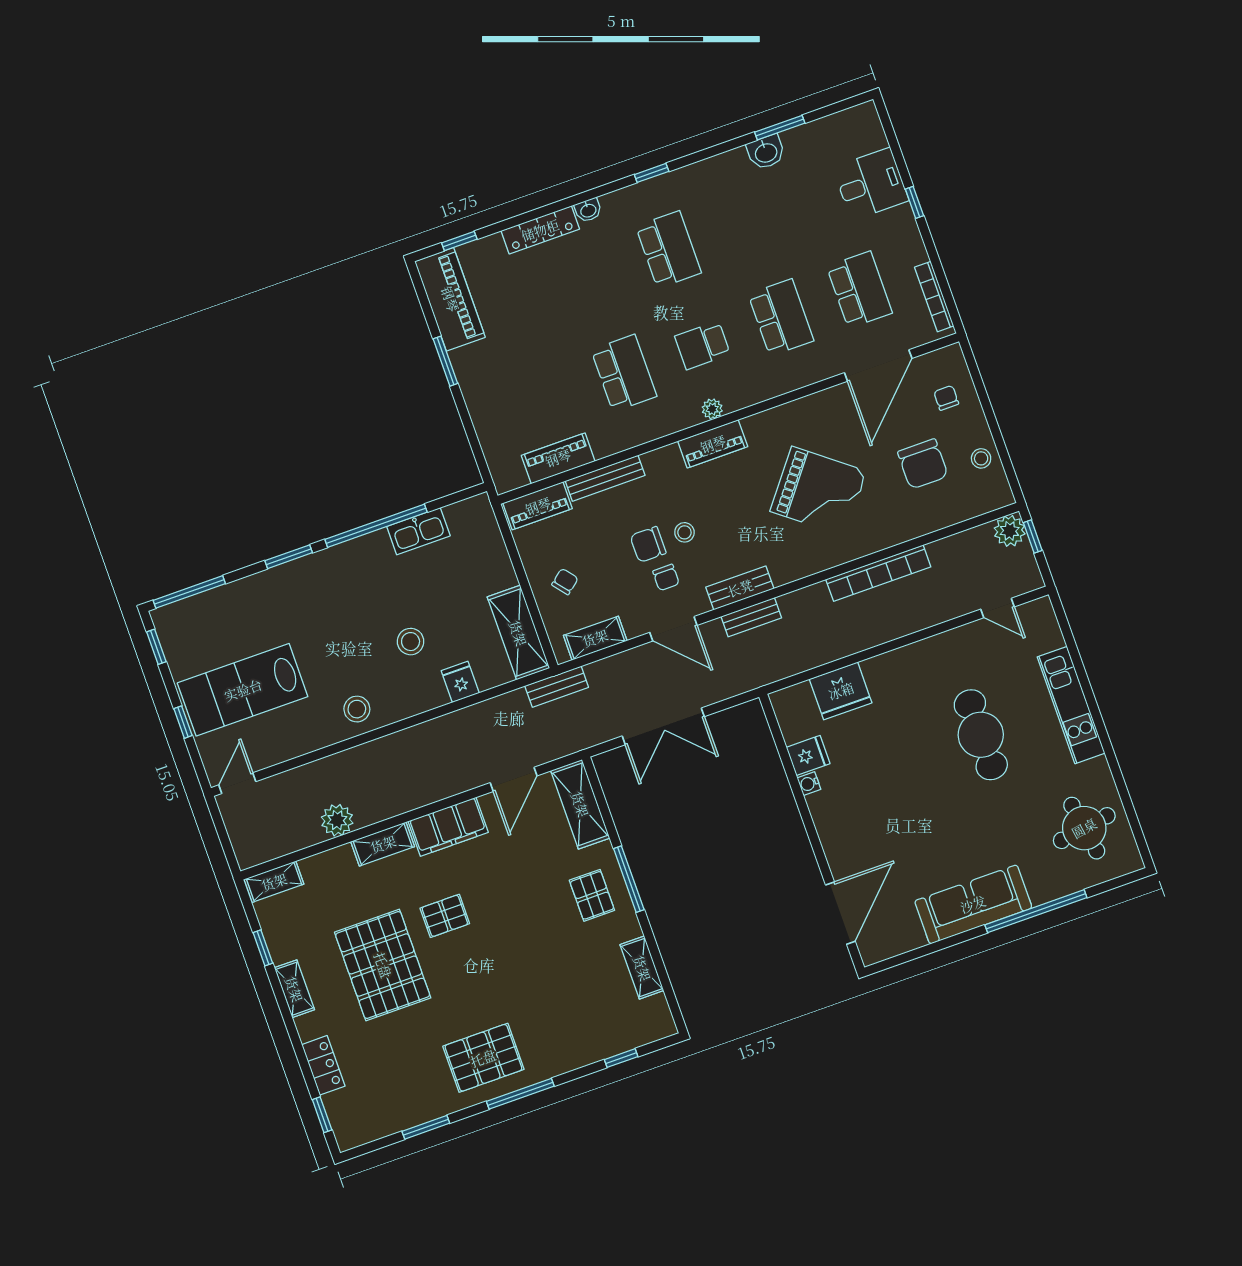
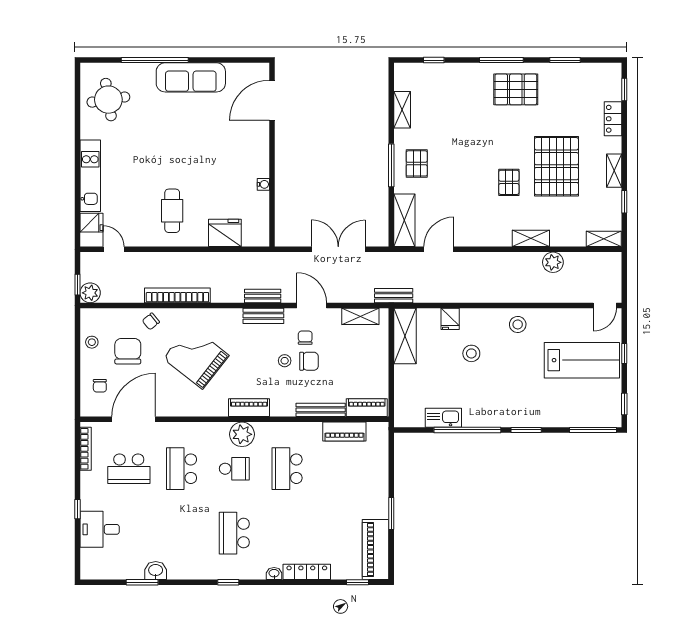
school desk: (859, 290) -> (129, 469), turned -90
plant: (712, 409) -> (242, 434), width x1.88, depth x1.88
chair: (565, 582) -> (151, 321), moved
cafe table: (981, 735) -> (172, 211), moved, width x0.73, depth x0.74
fridge: (808, 755) -> (92, 223), moved, turned 180
filing cabinet: (448, 827) -> (488, 235), removed
pallet: (445, 916) -> (509, 182), turned 90

